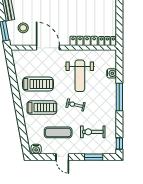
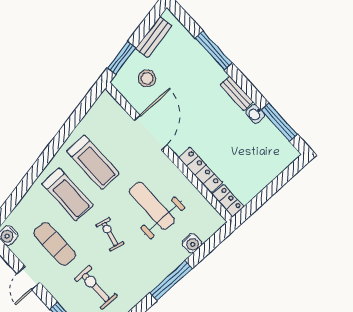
weight bench: (80, 76) -> (152, 206), turned 90

